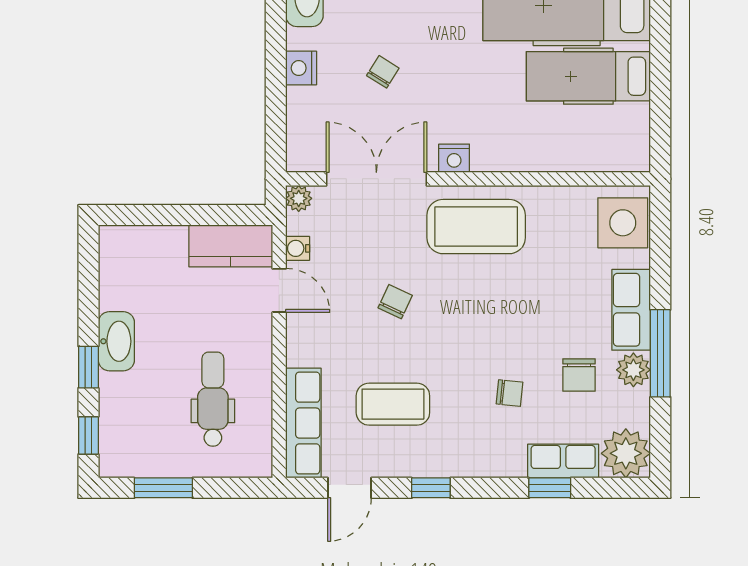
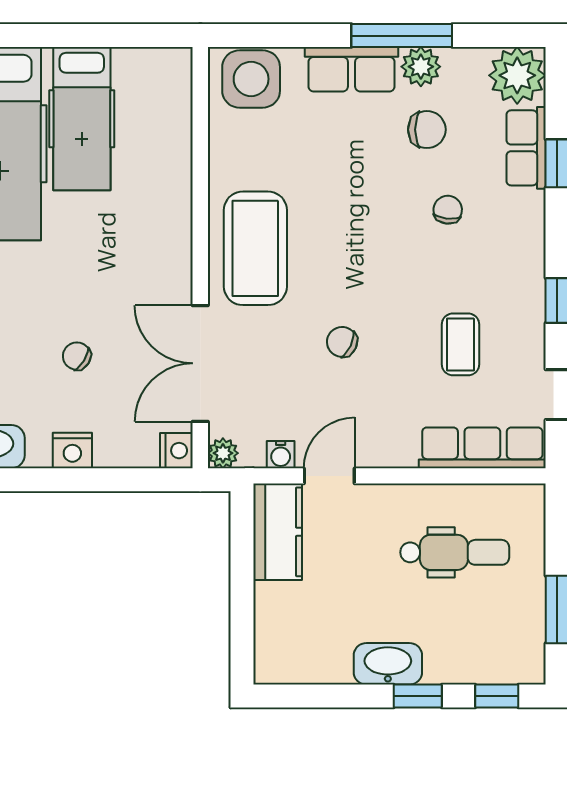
nightstand: (454, 158) -> (176, 451), moved
dental chair: (213, 399) -> (455, 552), turned 180
coffee table: (393, 404) -> (461, 344), width x0.73, depth x0.77

